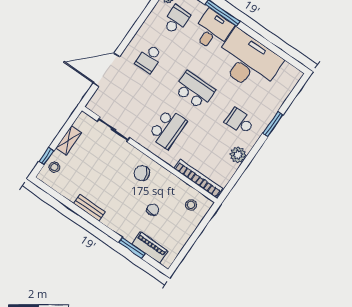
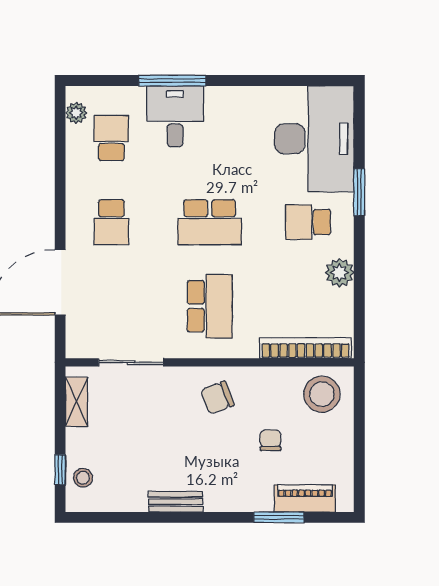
desk: (248, 61) -> (314, 139), moved, turned 90
school desk: (194, 90) -> (210, 222), turned 180
shelving: (69, 140) -> (77, 402), moved
stool: (191, 205) -> (322, 394), width x1.89, depth x1.89

